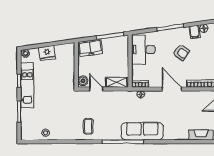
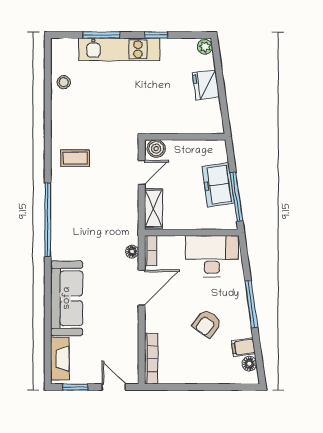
freezer: (91, 48) -> (218, 185), moved
kitchen unit: (27, 85) -> (119, 49), moved
door: (172, 89) -> (142, 287), moved
sofa: (142, 131) -> (67, 298), moved

